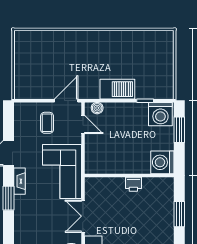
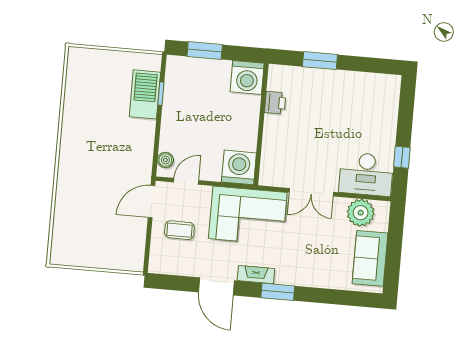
barbecue: (117, 89) -> (145, 94), moved
door: (66, 101) -> (152, 202), hinge flipped
washing machine: (160, 114) -> (239, 167), moved, turned -90
printer: (133, 184) -> (275, 103), moved

